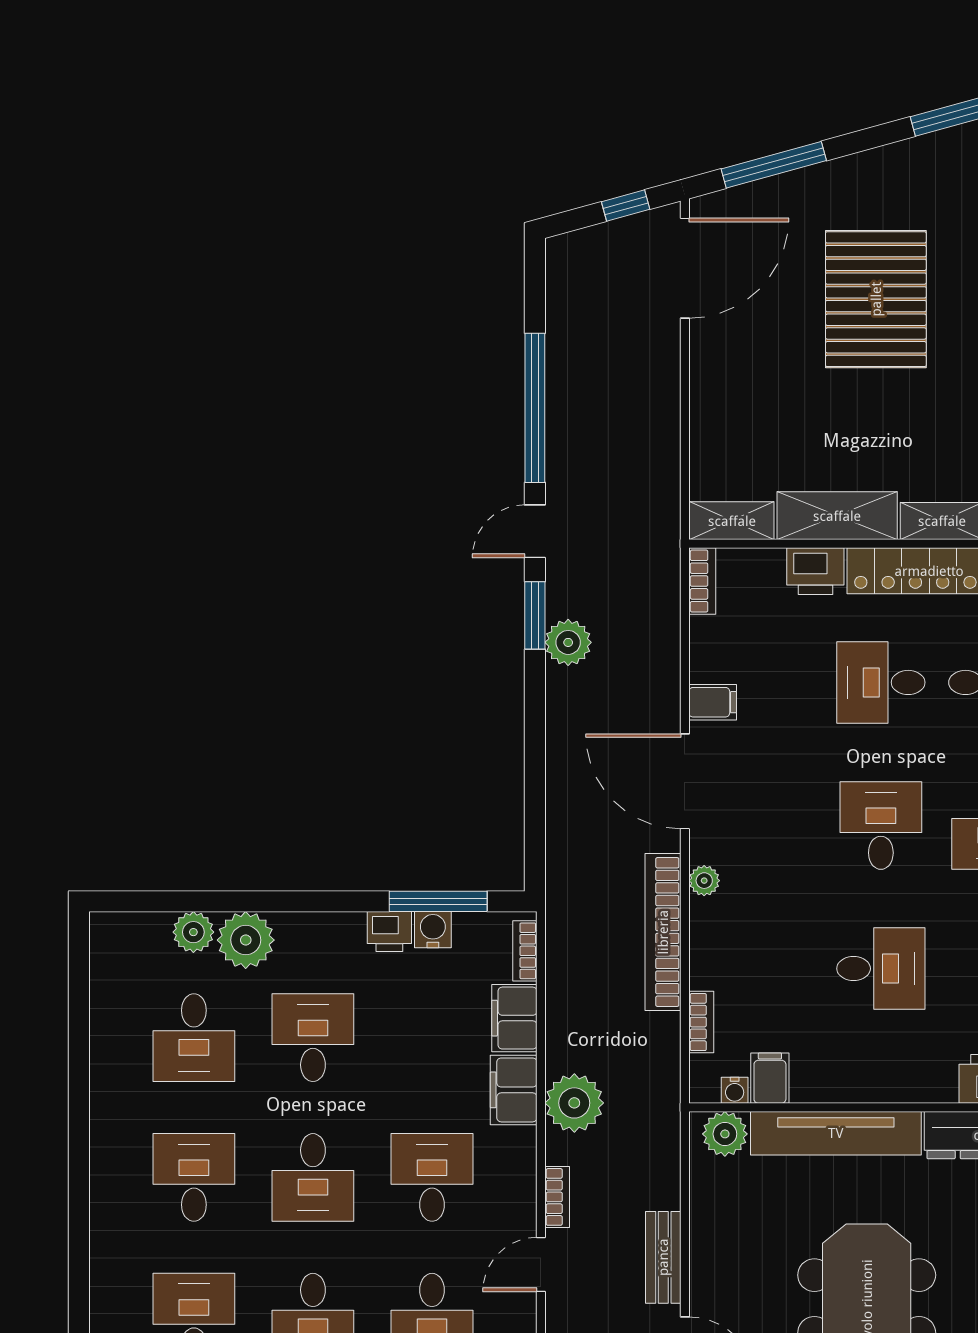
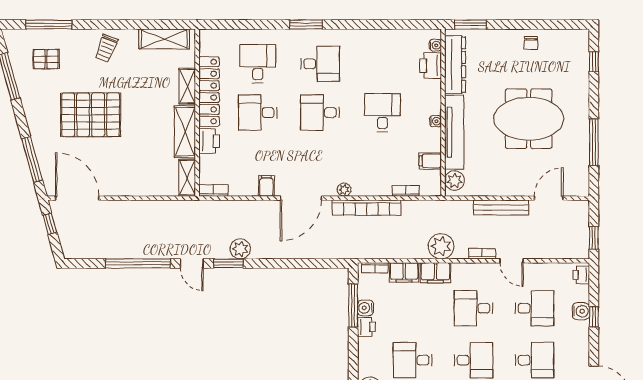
desk: (881, 682) -> (258, 113), turned 90
water cooler: (735, 1090) -> (435, 121), moved
bench: (663, 1257) -> (501, 207), width x1.36

